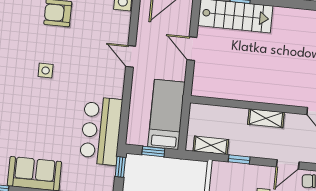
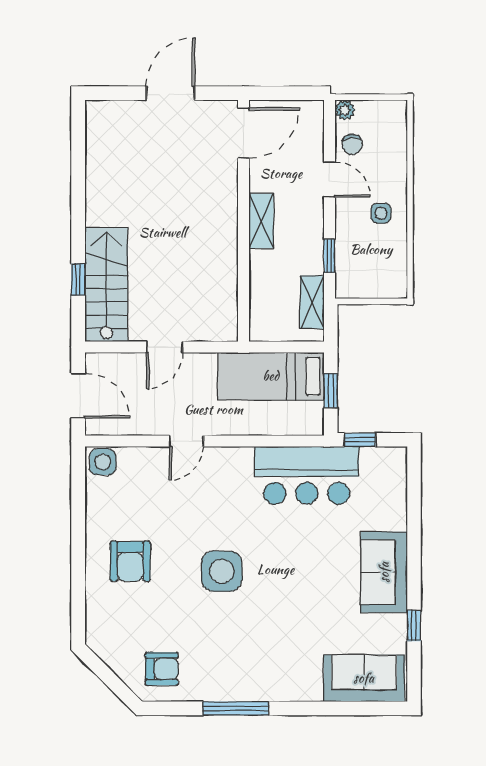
side table: (46, 70) -> (222, 571), width x1.87, depth x1.87

